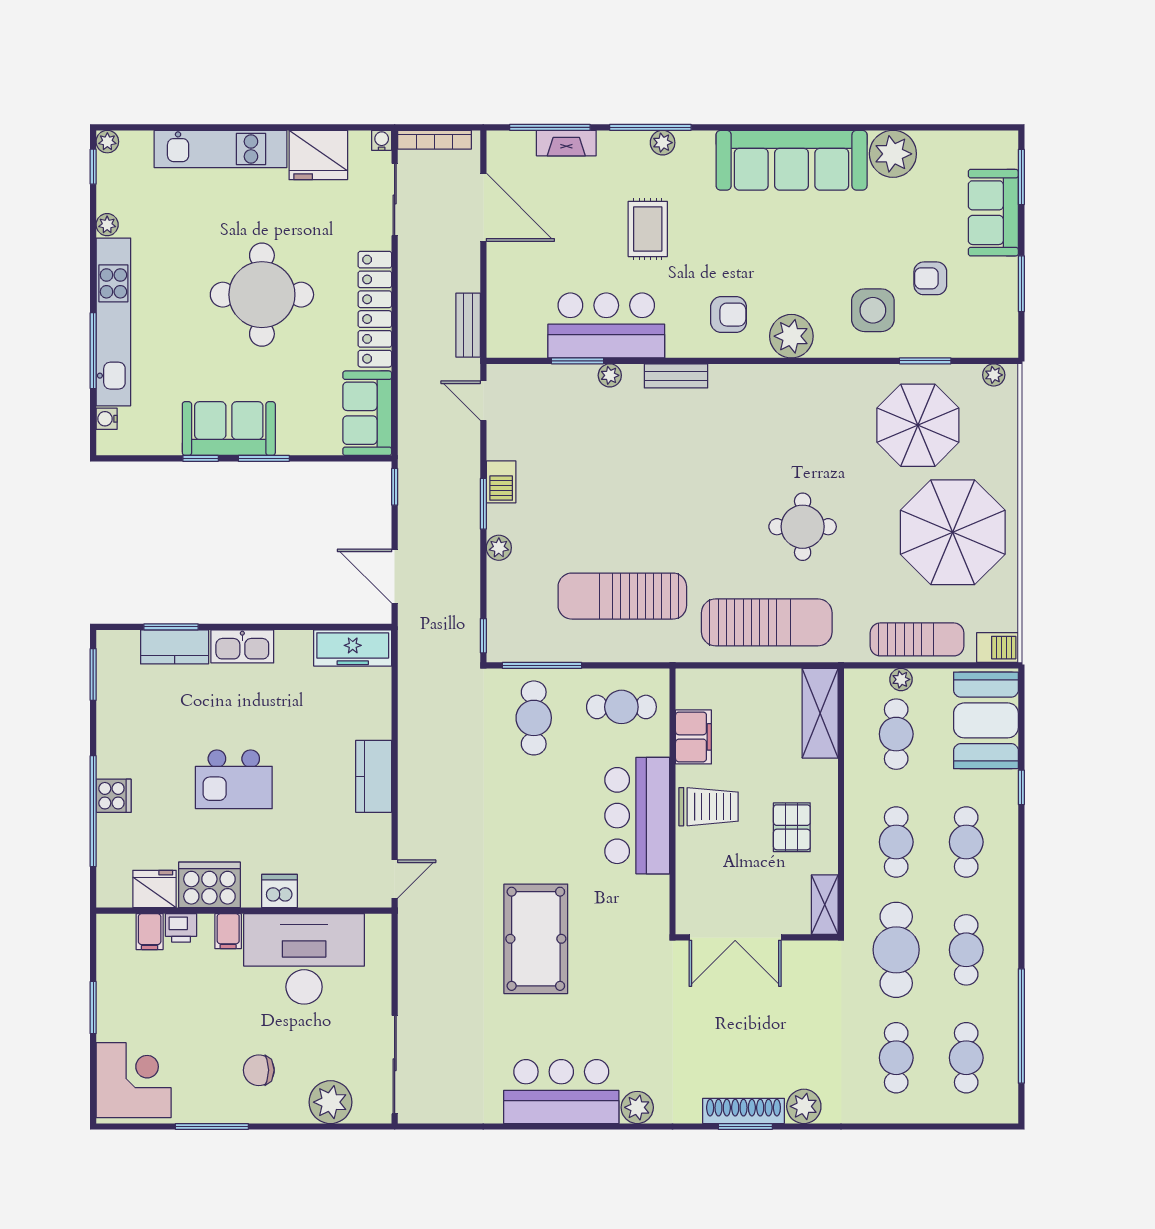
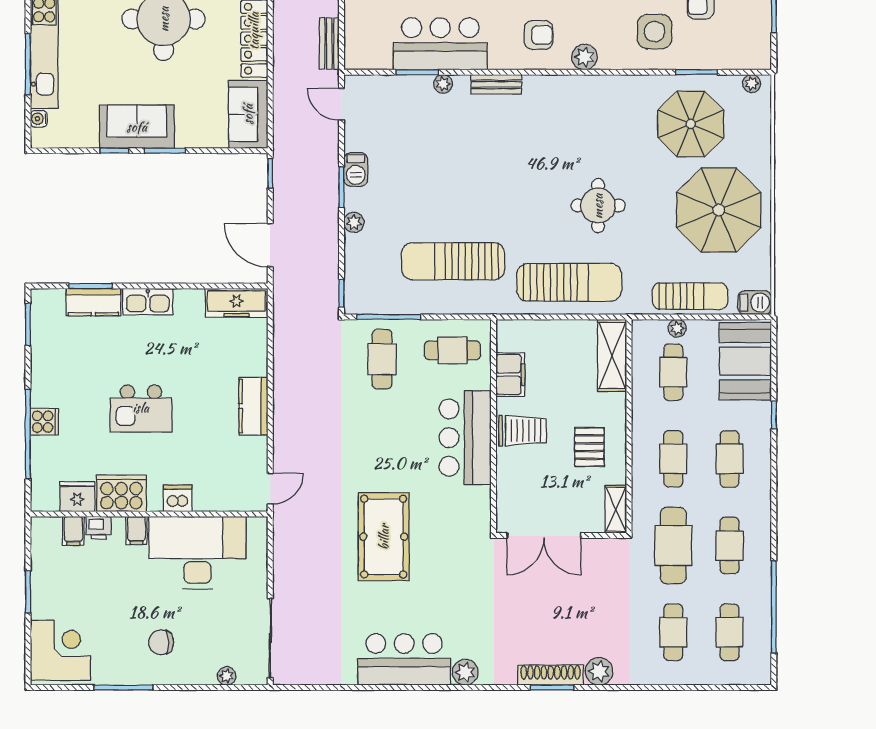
plant: (791, 336) -> (584, 57), width x0.73, depth x0.73
plant: (330, 1102) -> (227, 676), width x0.53, depth x0.53

